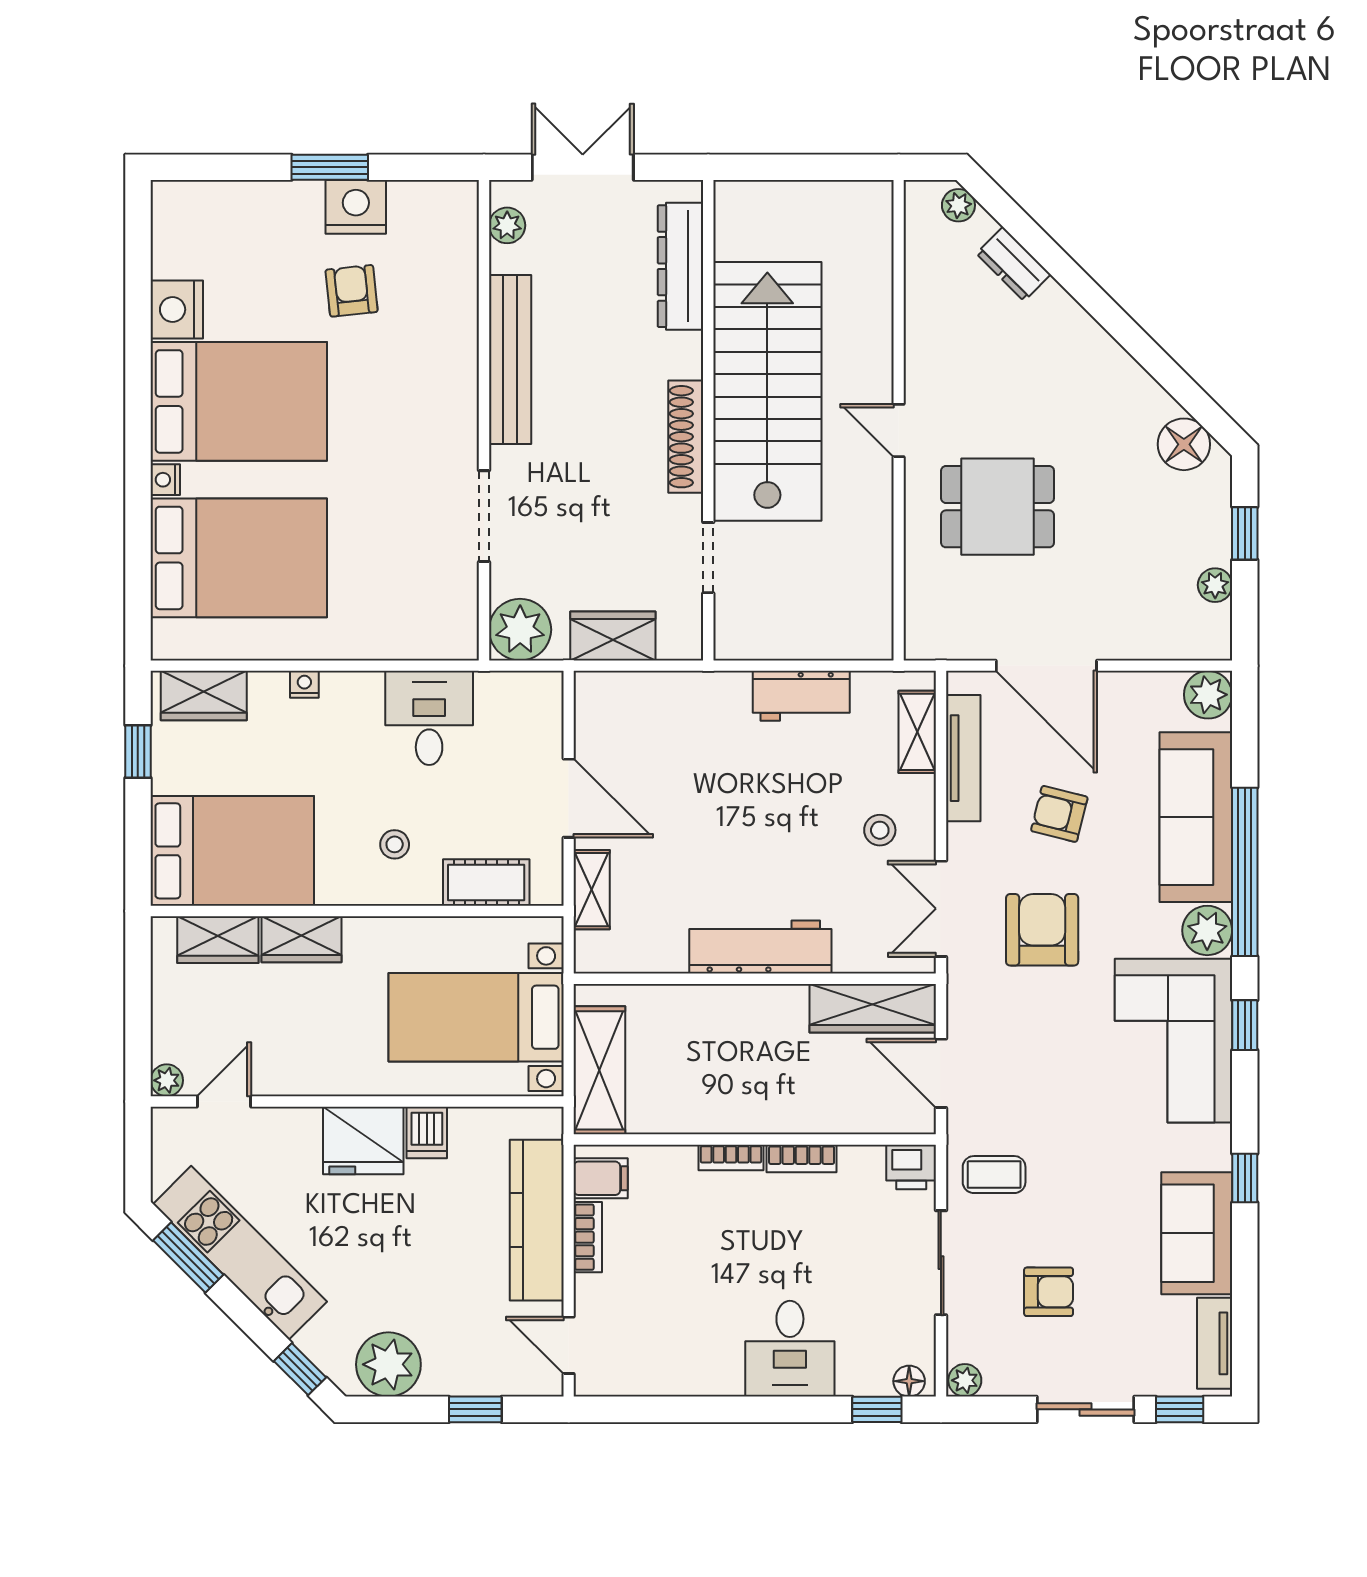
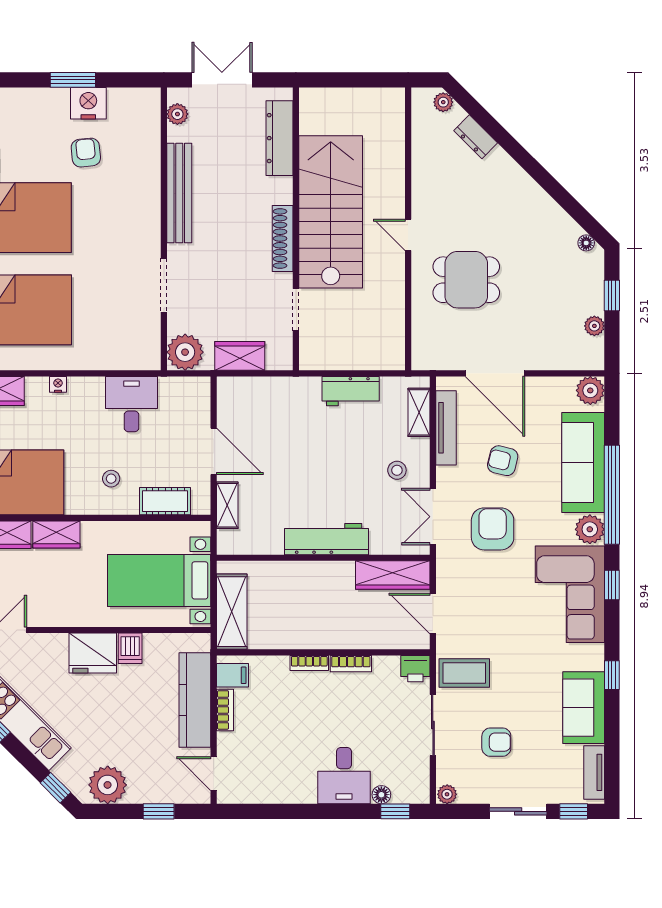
floor lamp: (1184, 444) -> (586, 243), width x0.53, depth x0.53
coffee table: (994, 1175) -> (464, 673), width x1.36, depth x1.30
floor lamp: (909, 1381) -> (381, 795), moved

